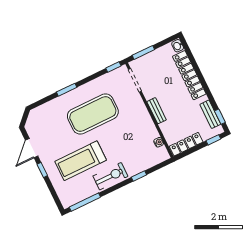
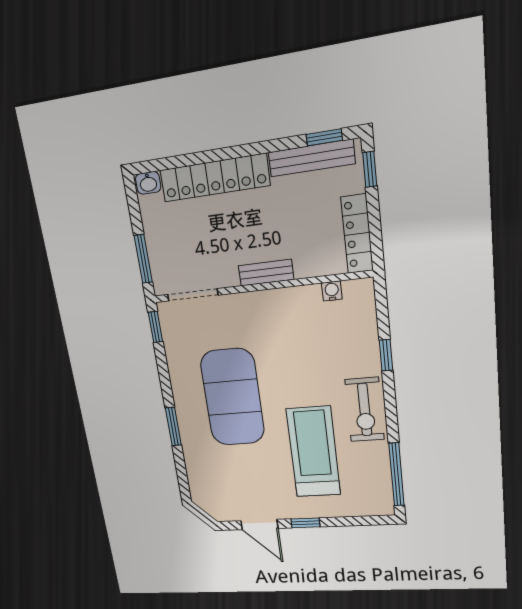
bench: (210, 114) -> (311, 158), width x1.36
treadmill: (81, 161) -> (313, 452), turned 180
exercise bike: (110, 176) -> (365, 410), turned 180

